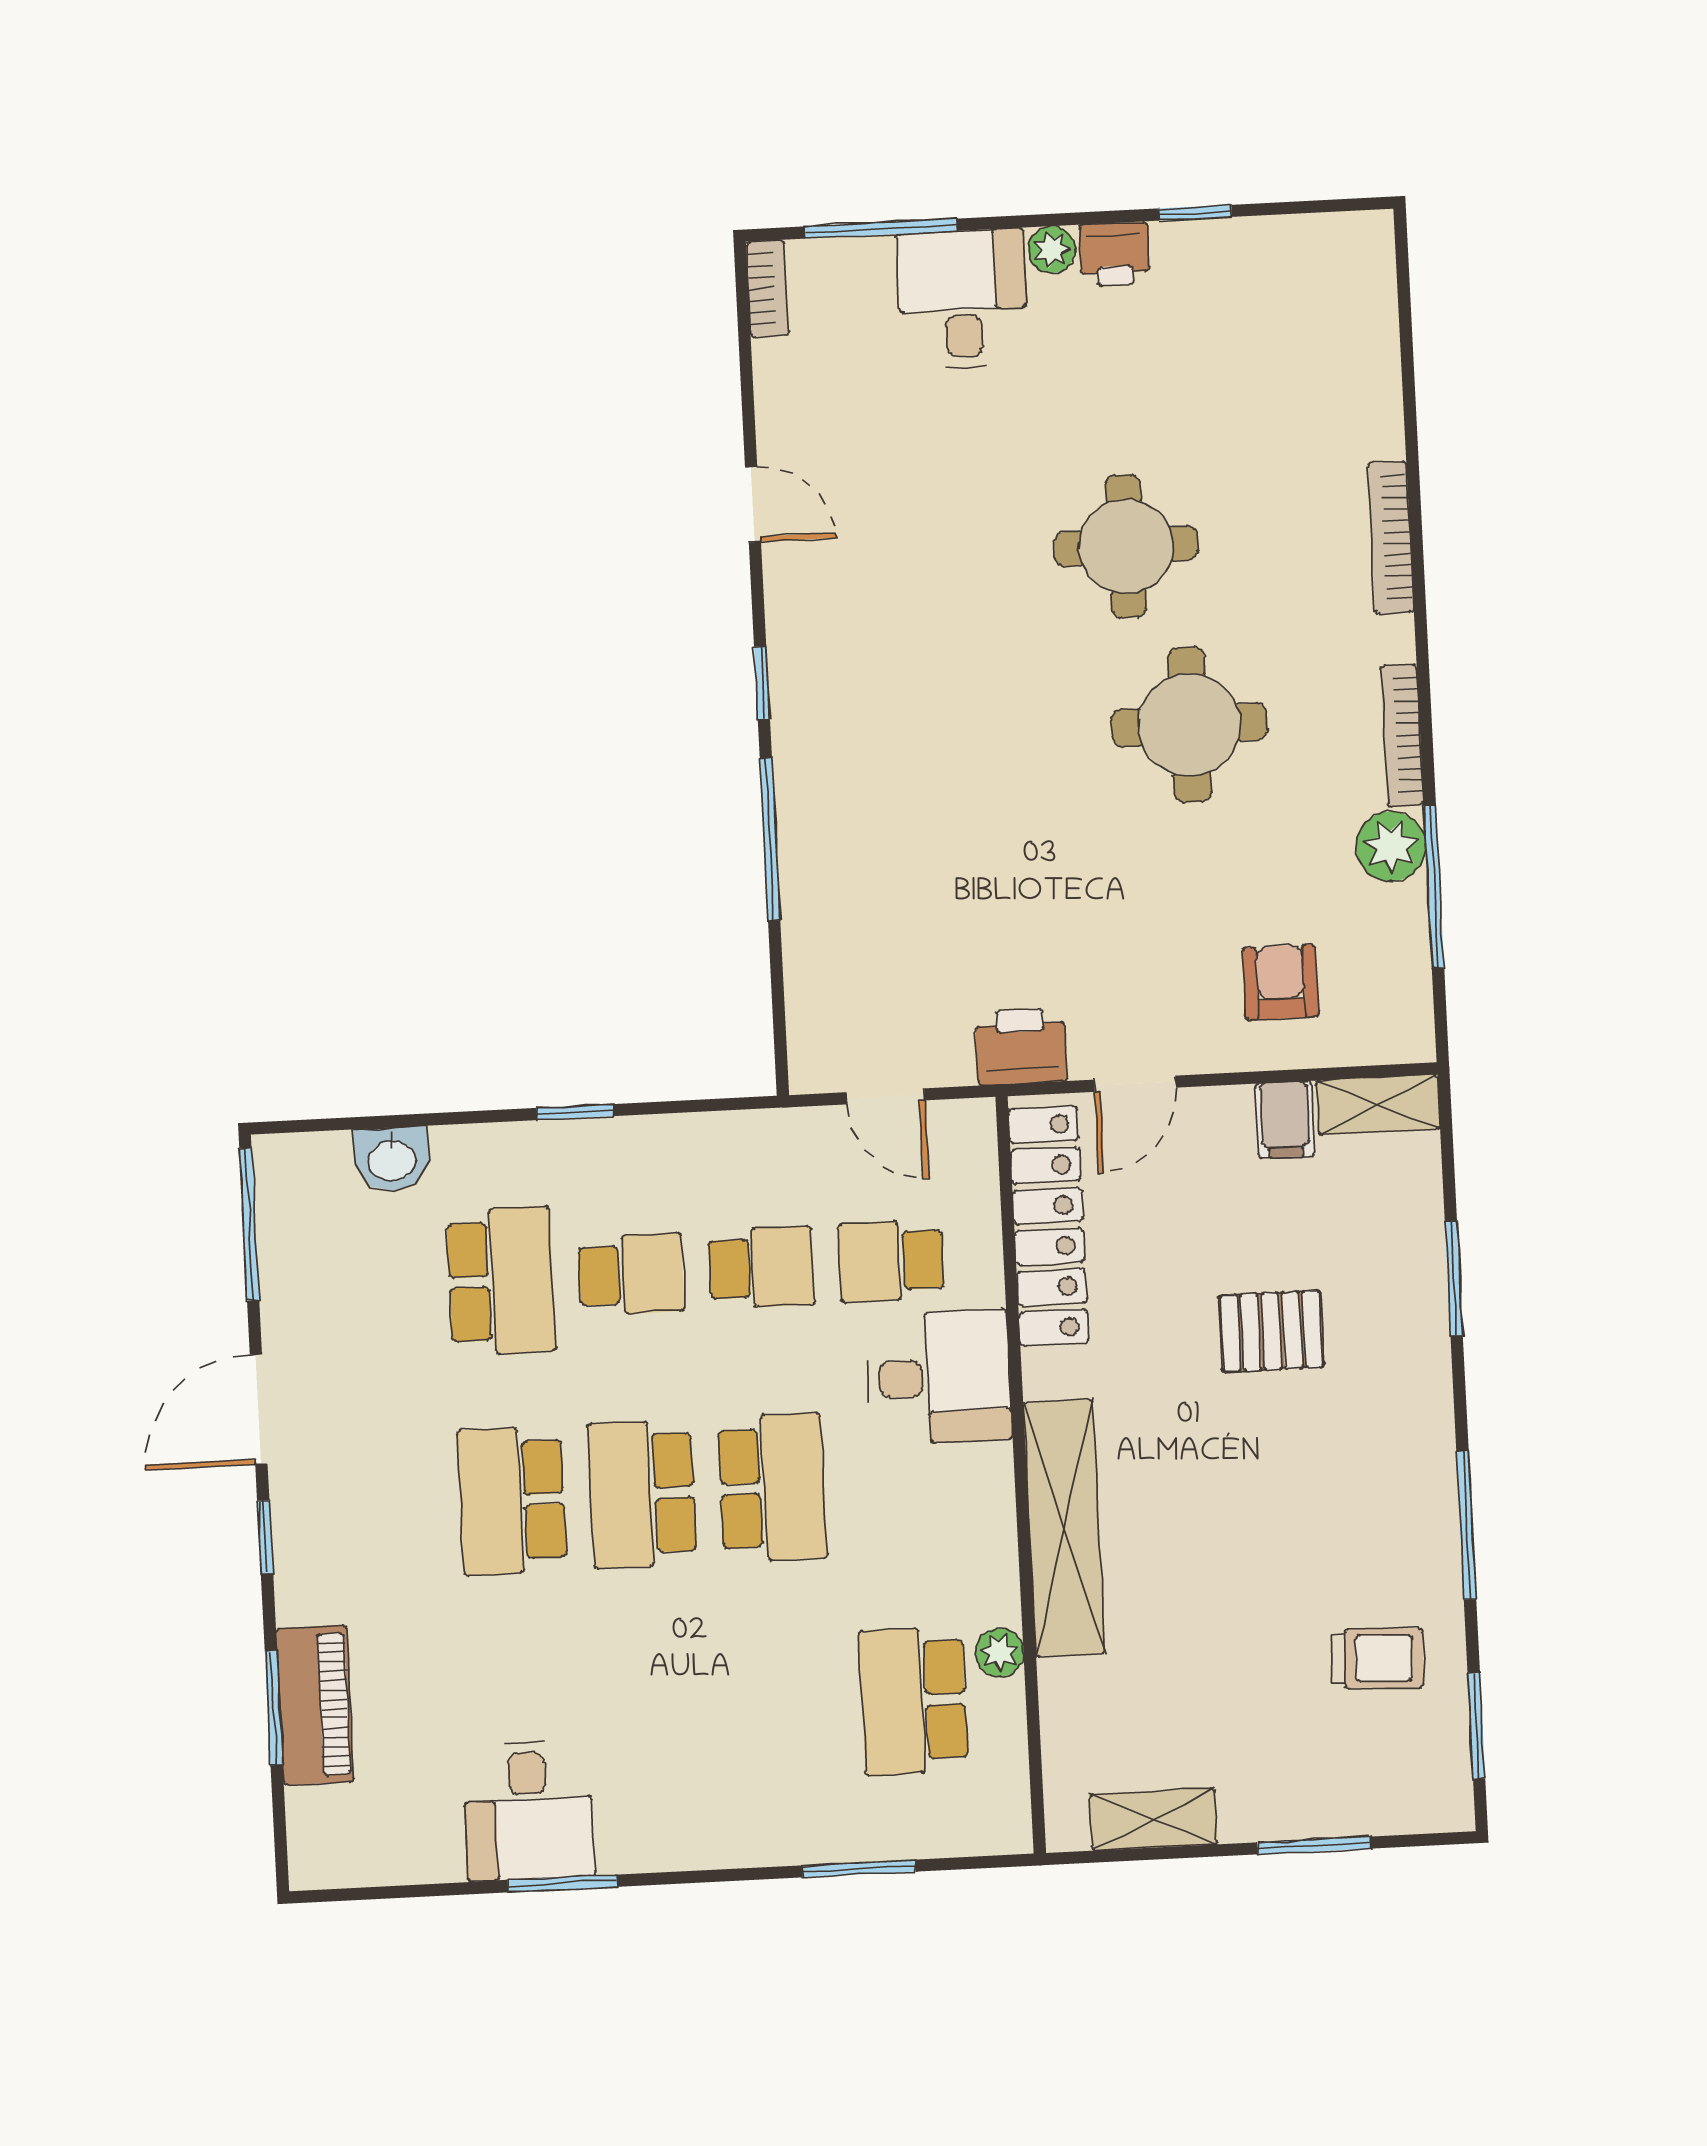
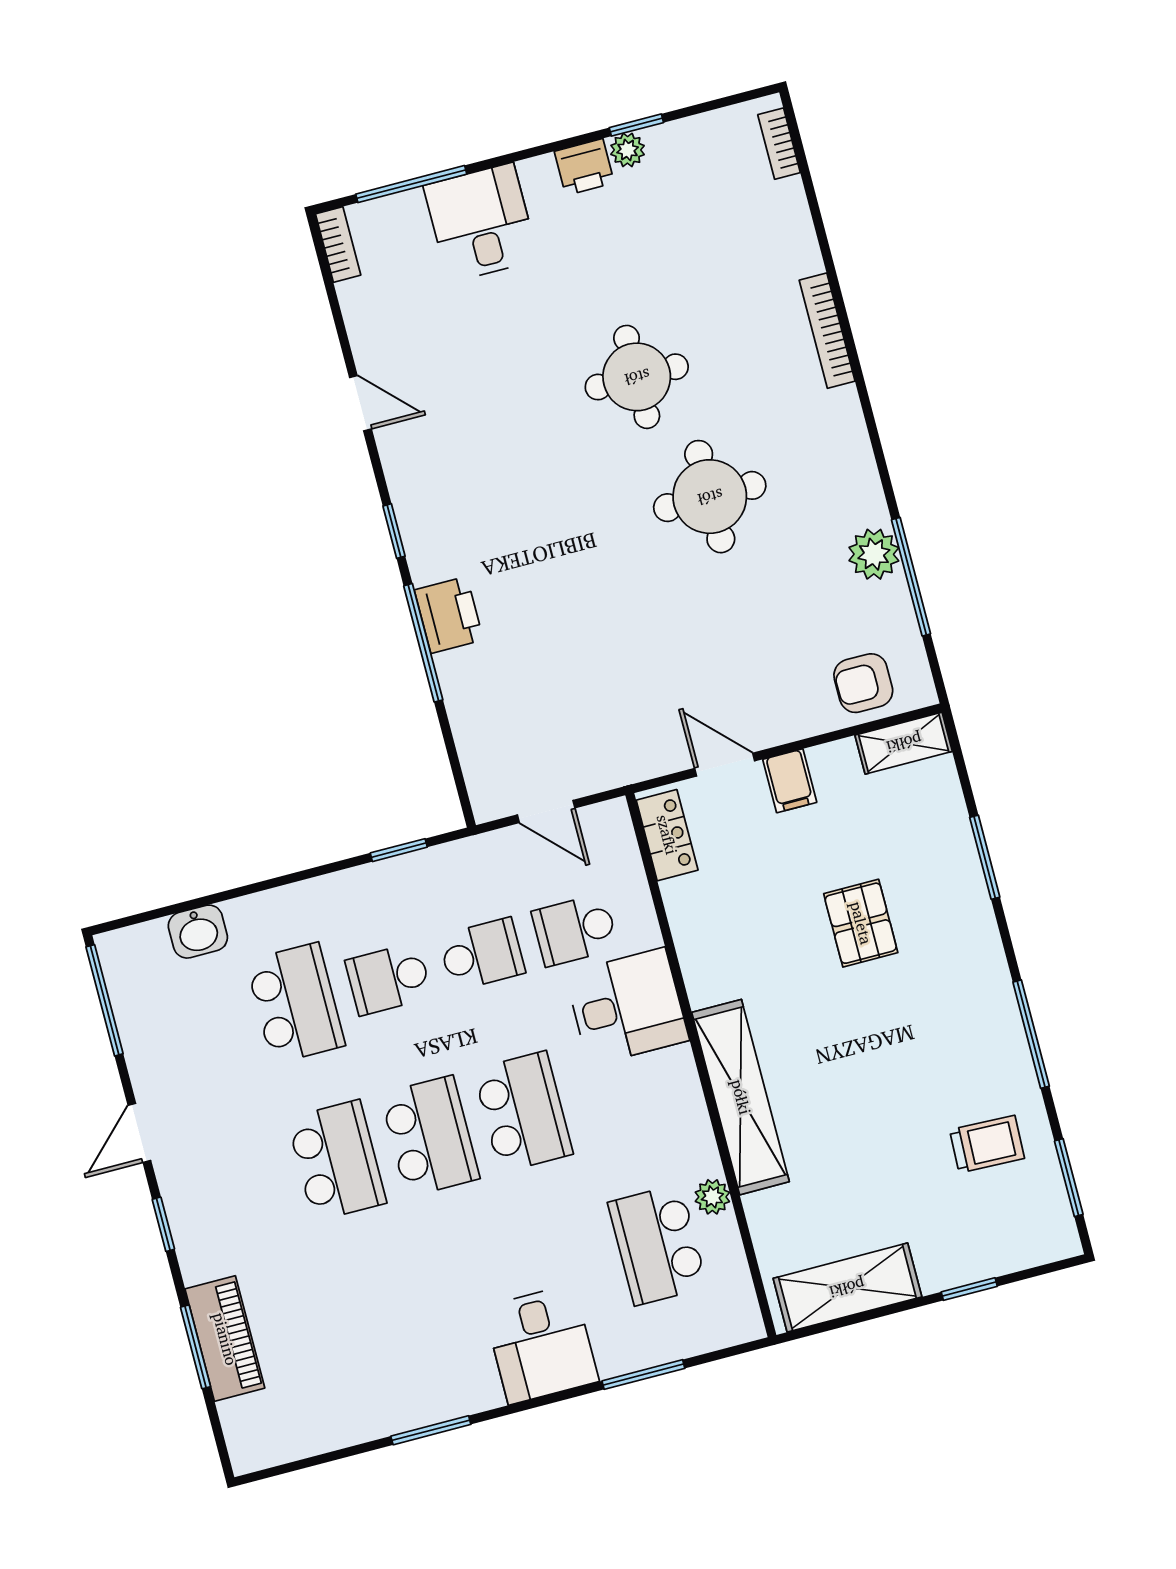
plant: (1052, 250) -> (628, 150), moved
bookcase: (1402, 735) -> (779, 144), moved, width x0.64
armchair: (1280, 982) -> (863, 683), moved, turned -90
printer: (1021, 1046) -> (449, 615), moved, turned 90
door: (1135, 1084) -> (725, 765), swing flipped
window: (575, 1112) -> (399, 850), moved
filing cabinet: (1285, 1120) -> (790, 781), moved
locker: (1049, 1226) -> (667, 835), width x0.46, depth x0.83
school desk: (631, 1274) -> (389, 979), turned 180
pallet: (1271, 1331) -> (861, 923), turned 90
door: (259, 1409) -> (139, 1133), width x0.73
school desk: (642, 1494) -> (430, 1136), turned 180
school desk: (512, 1501) -> (337, 1161), turned 180
desk: (529, 1810) -> (541, 1344), moved
shelving: (1154, 1819) -> (847, 1288), width x1.50, depth x1.33
window: (1314, 1845) -> (969, 1289), width x0.67

